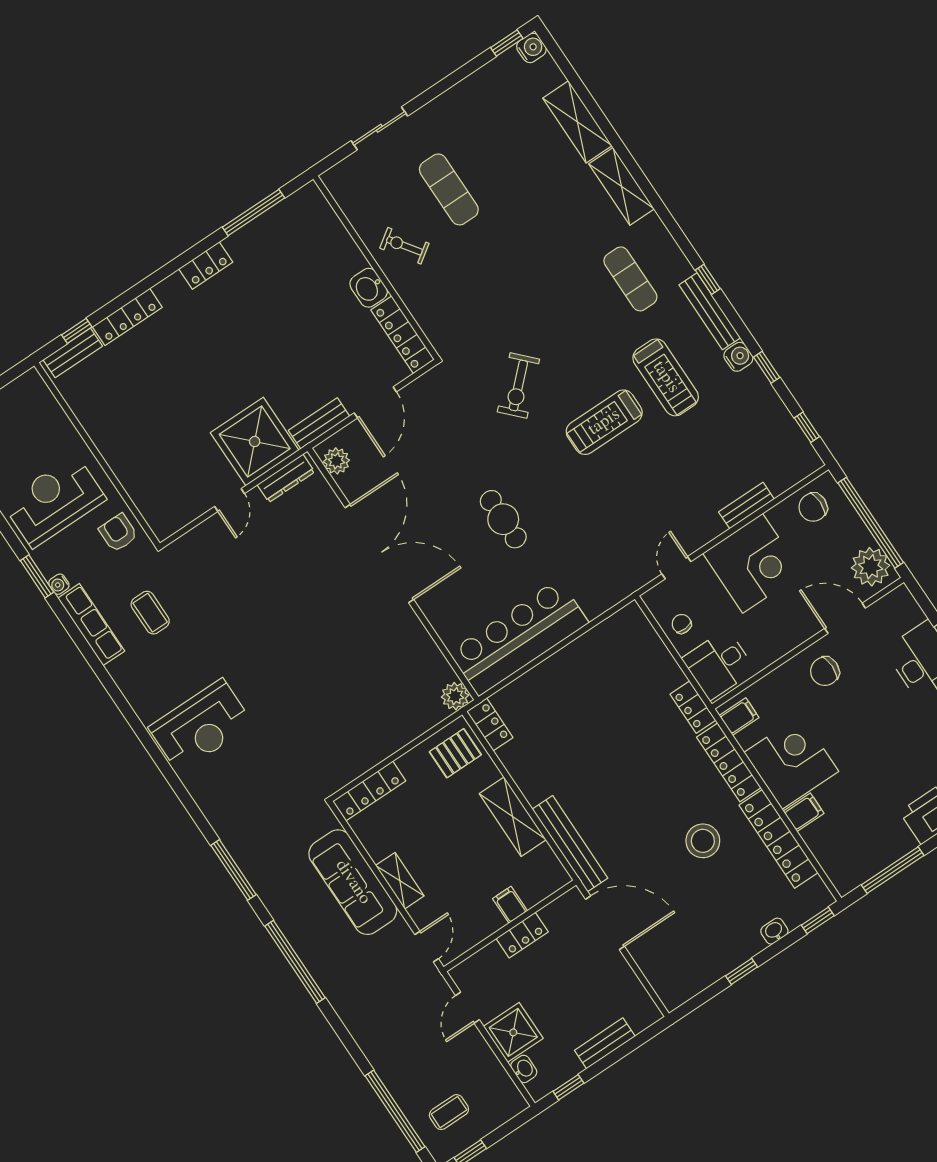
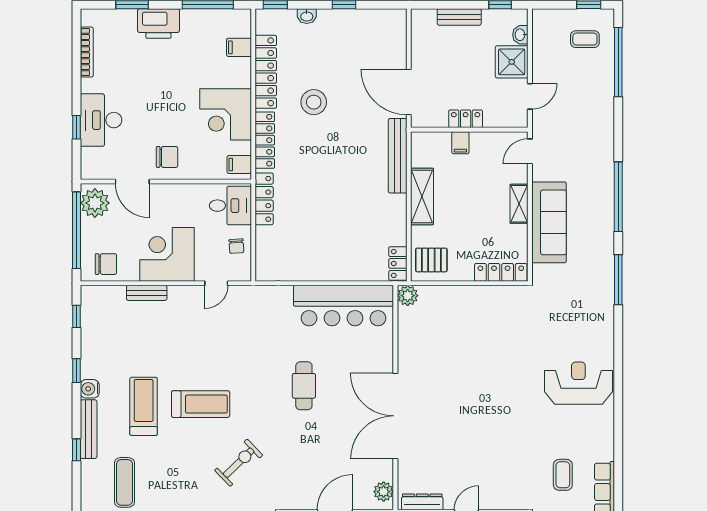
locker: (693, 707) -> (264, 199), width x1.53
filing cabinet: (804, 812) -> (239, 47), moved

